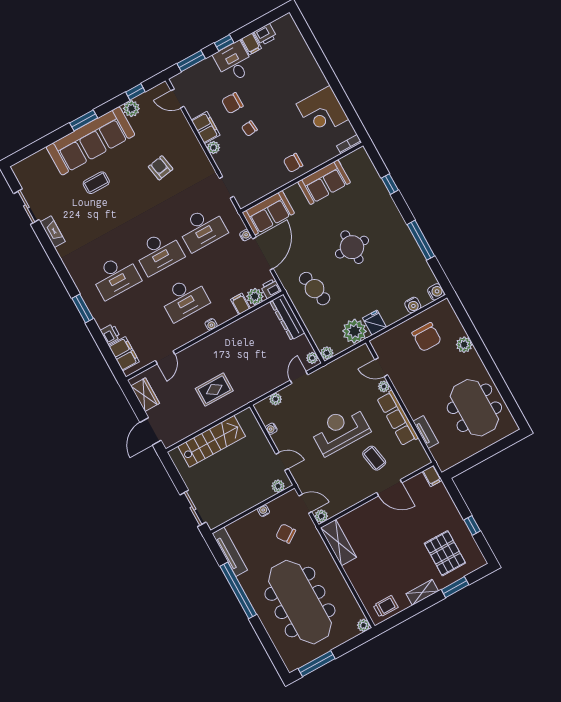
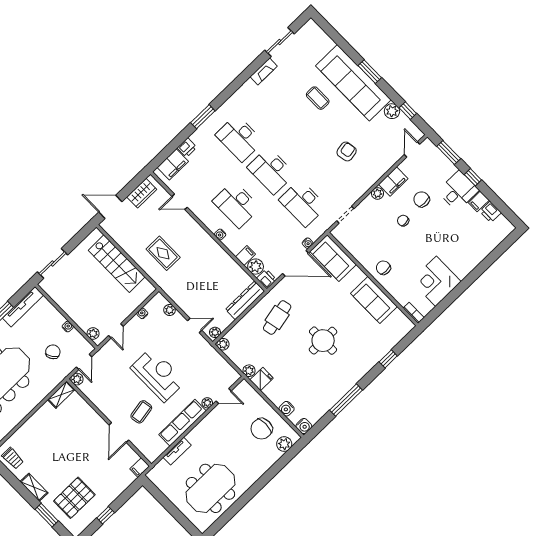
plant: (354, 331) -> (249, 371), width x0.53, depth x0.53
plant: (464, 345) -> (284, 444), moved
door: (381, 367) -> (224, 396), swing flipped
shelving: (338, 542) -> (61, 395), width x0.67, depth x0.75

